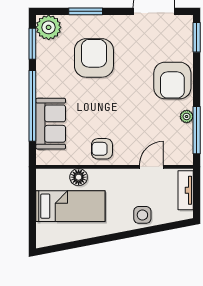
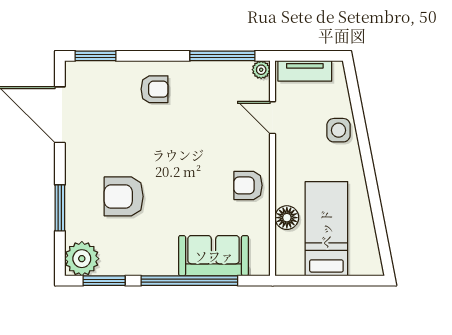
armchair: (94, 58) -> (124, 196), width x0.73, depth x0.73
armchair: (172, 81) -> (155, 89), width x0.53, depth x0.53
plant: (187, 116) -> (261, 70), moved
armchair: (102, 149) -> (248, 185), turned 90

